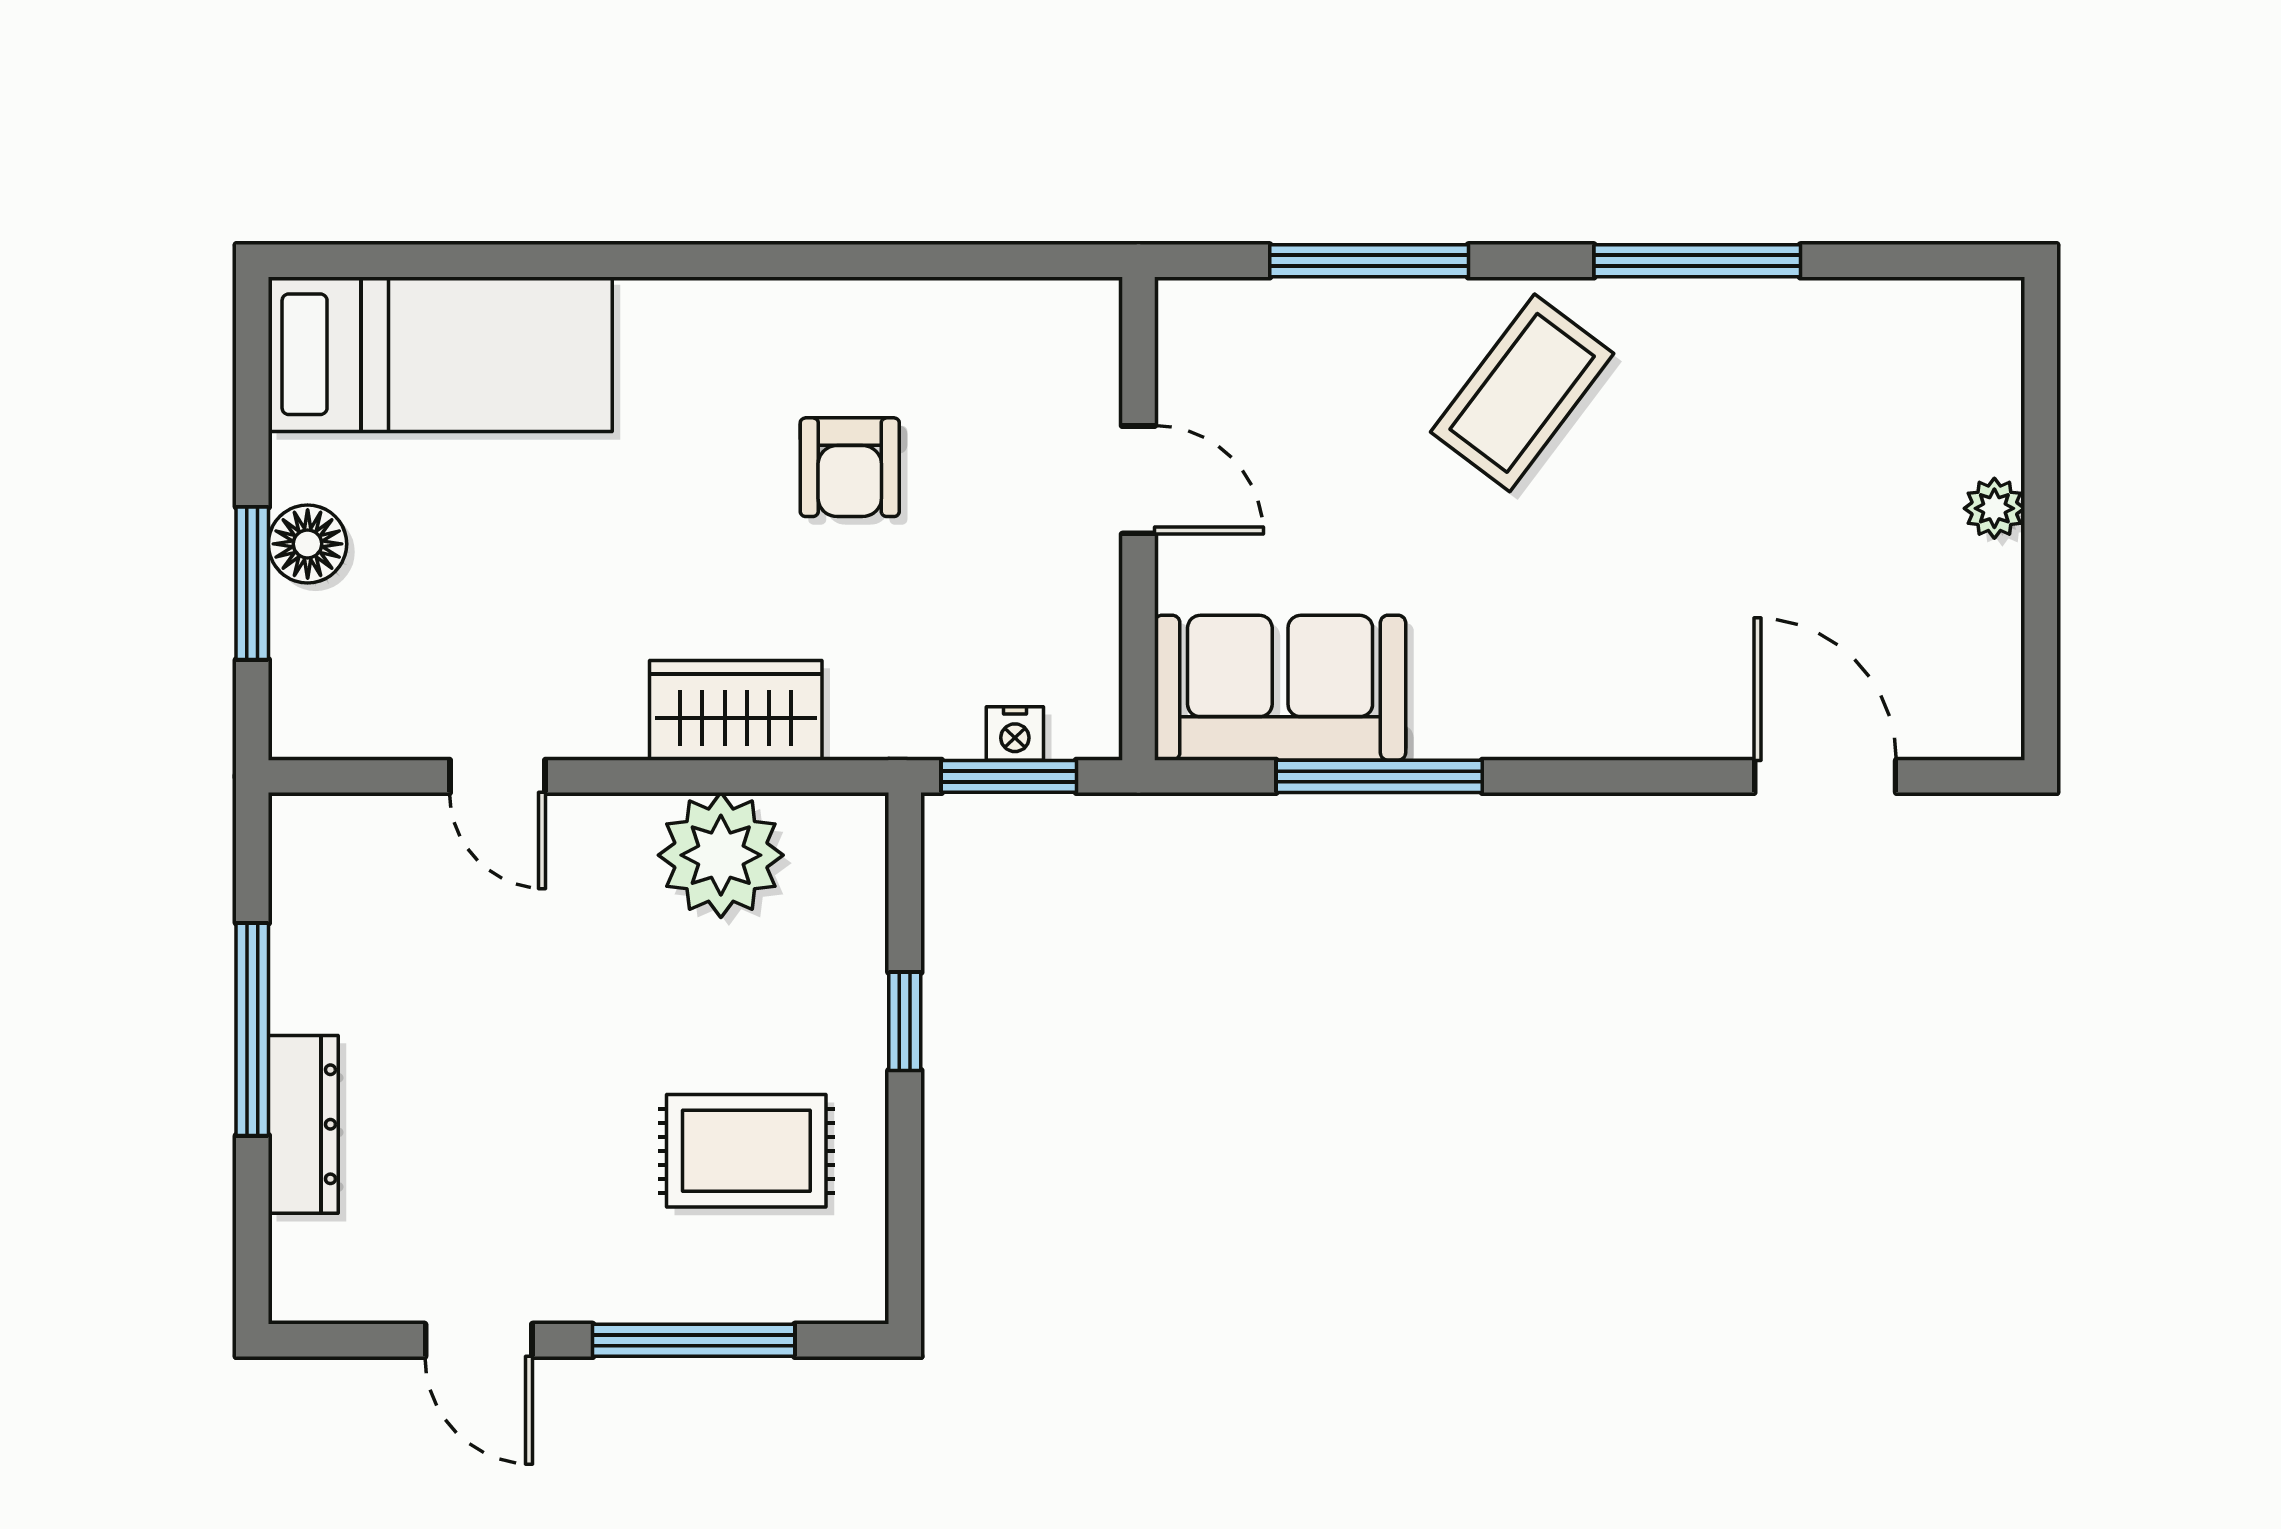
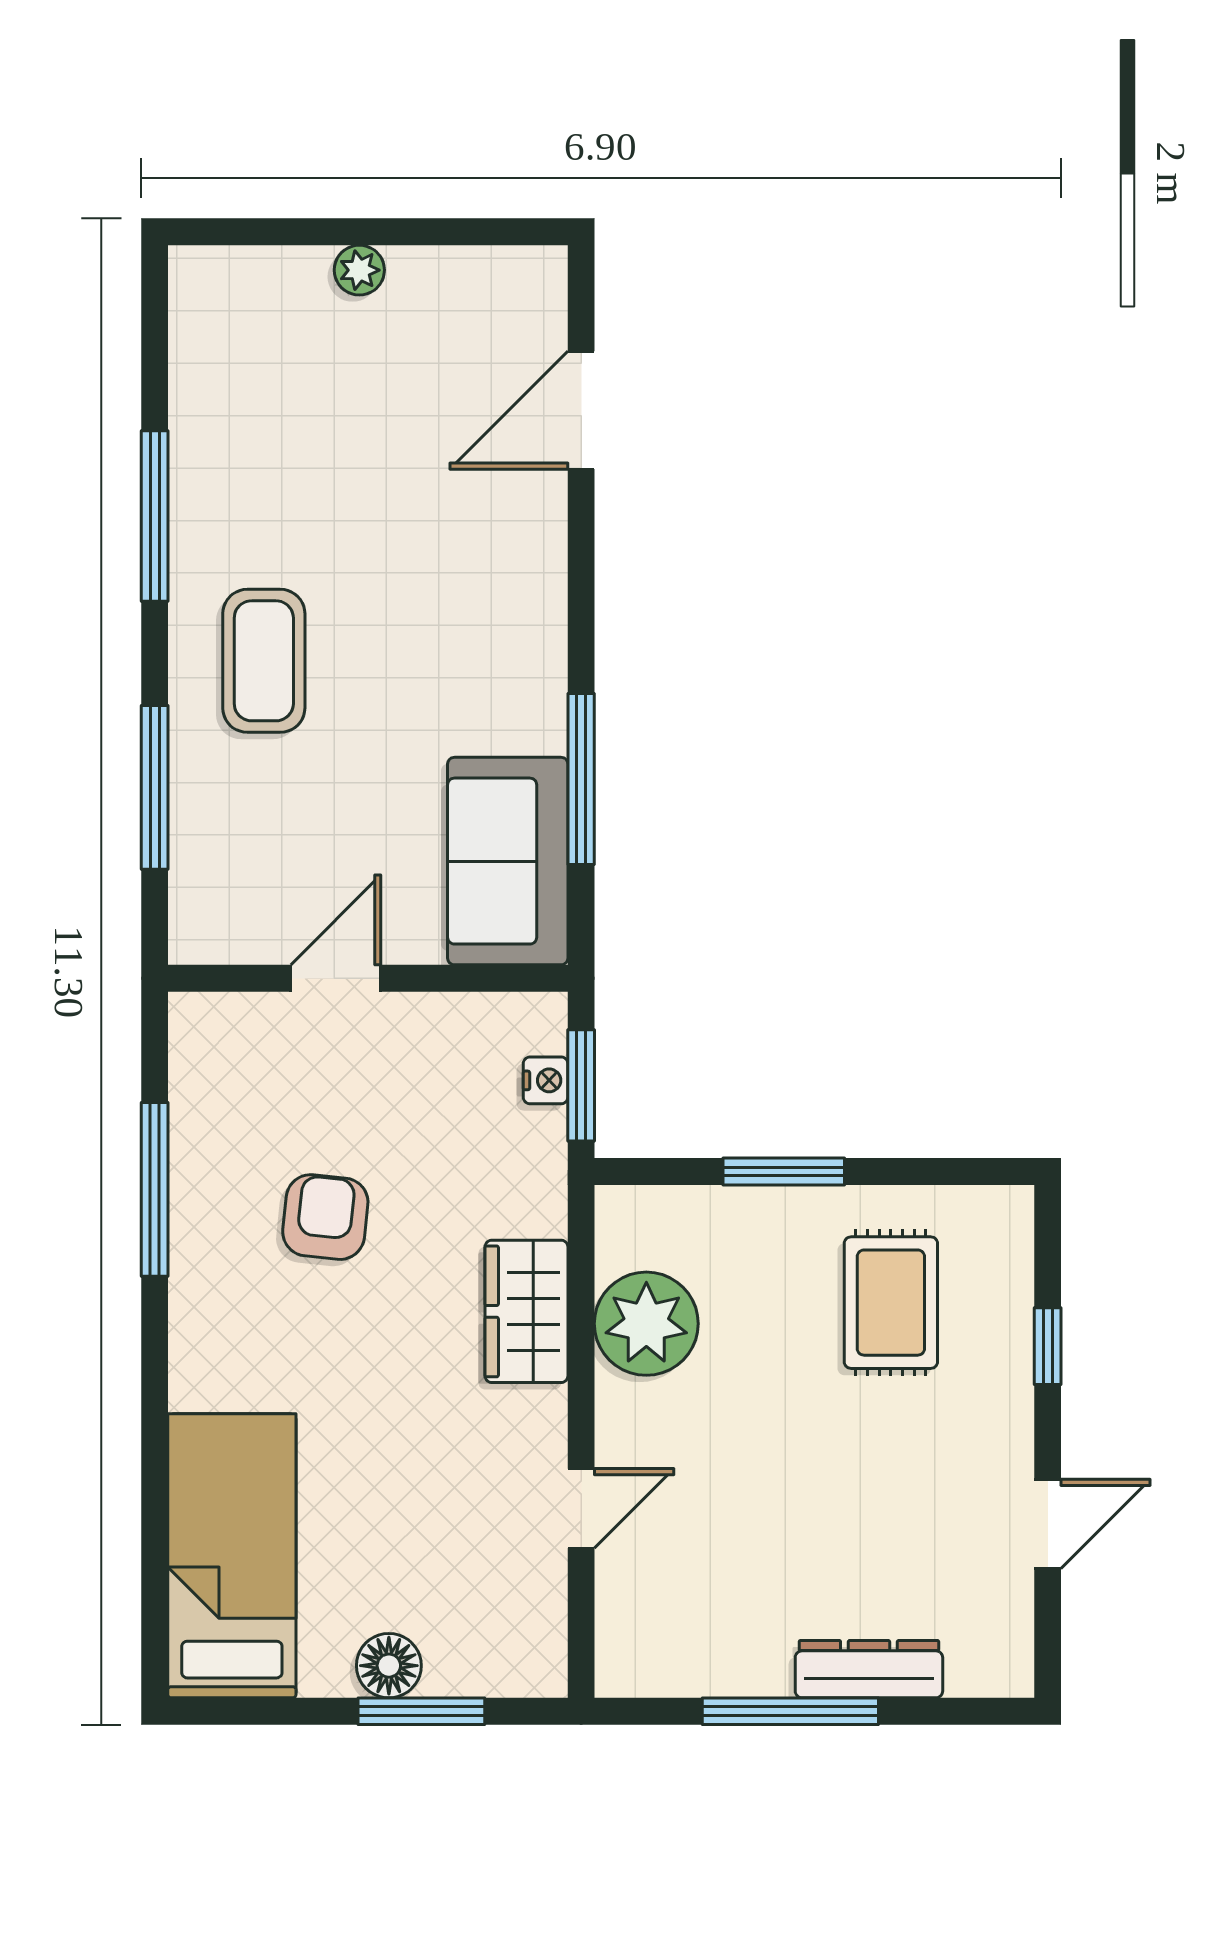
window: (883, 261) -> (155, 1189), added
coffee table: (1522, 393) -> (264, 661), turned 53
armchair: (850, 467) -> (325, 1217), turned -84
window: (905, 1021) -> (784, 1171), width x1.50
window: (694, 1340) -> (1048, 1346), width x0.46

